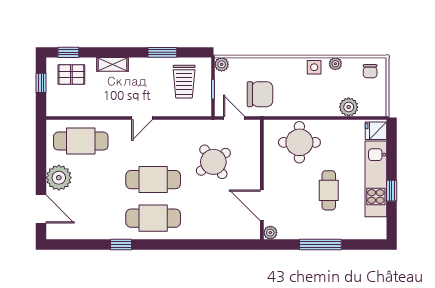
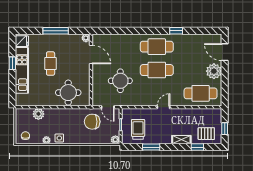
window: (68, 52) -> (197, 147), moved
fridge: (376, 131) -> (22, 41), moved
round table: (213, 162) -> (120, 81), turned 36

